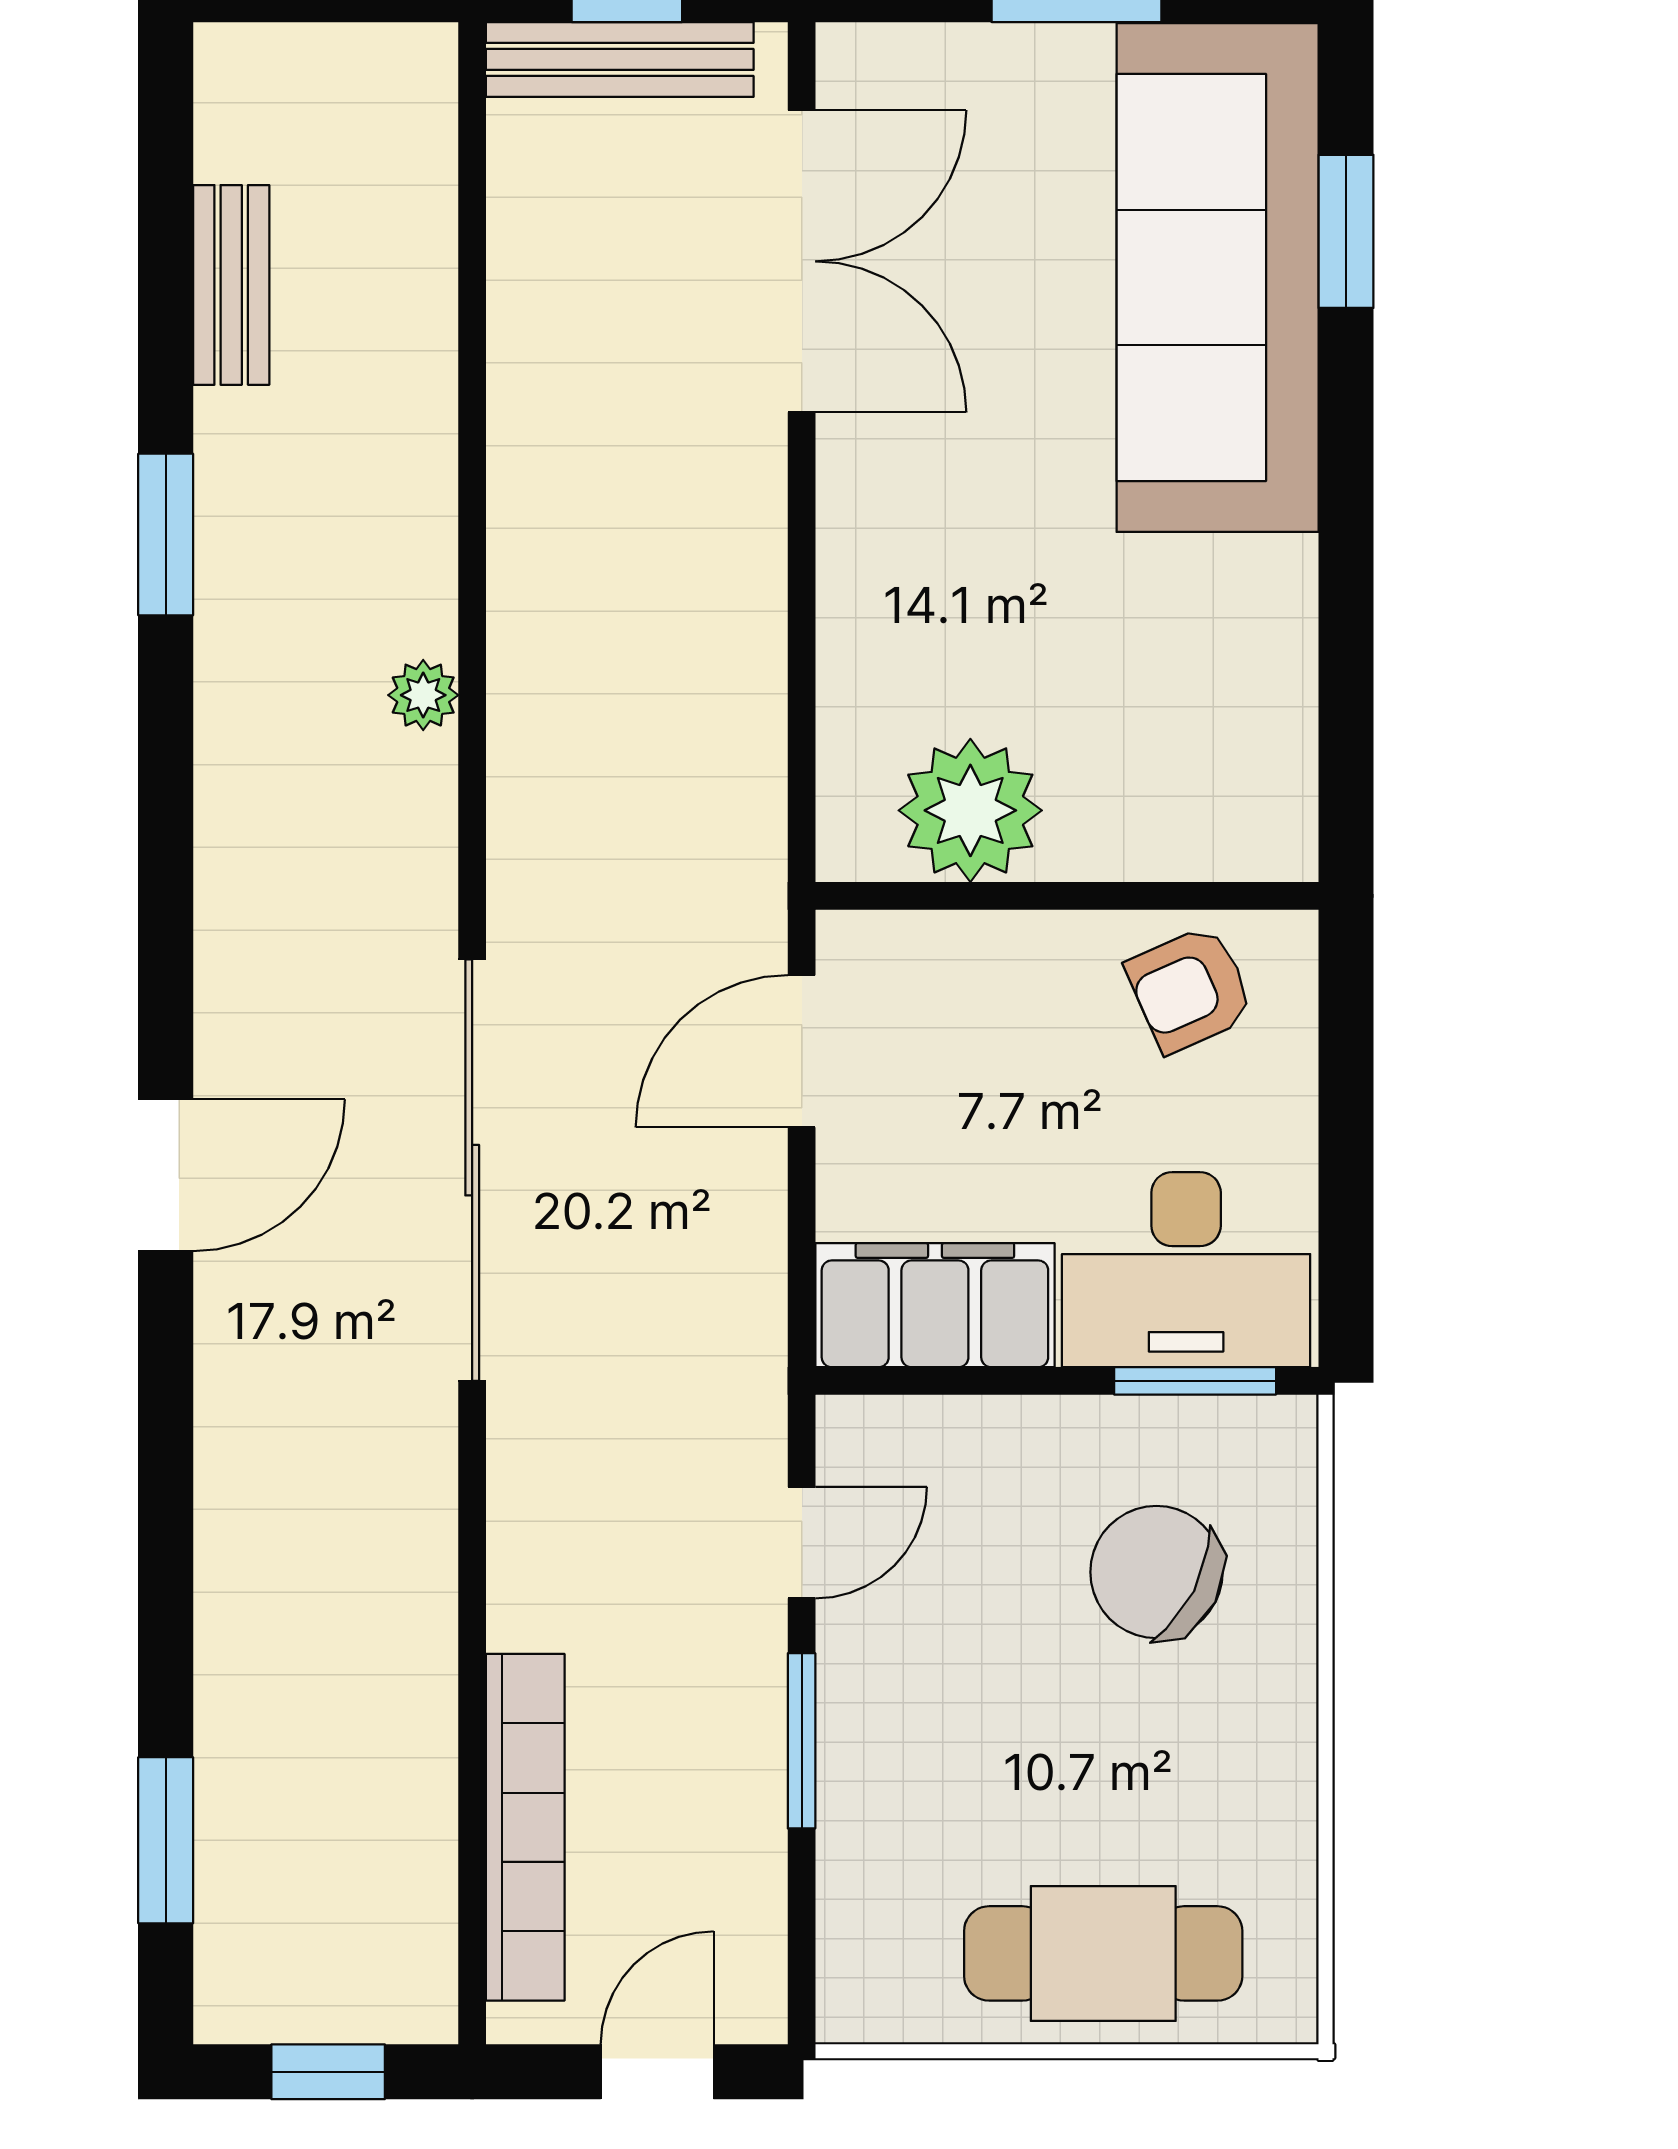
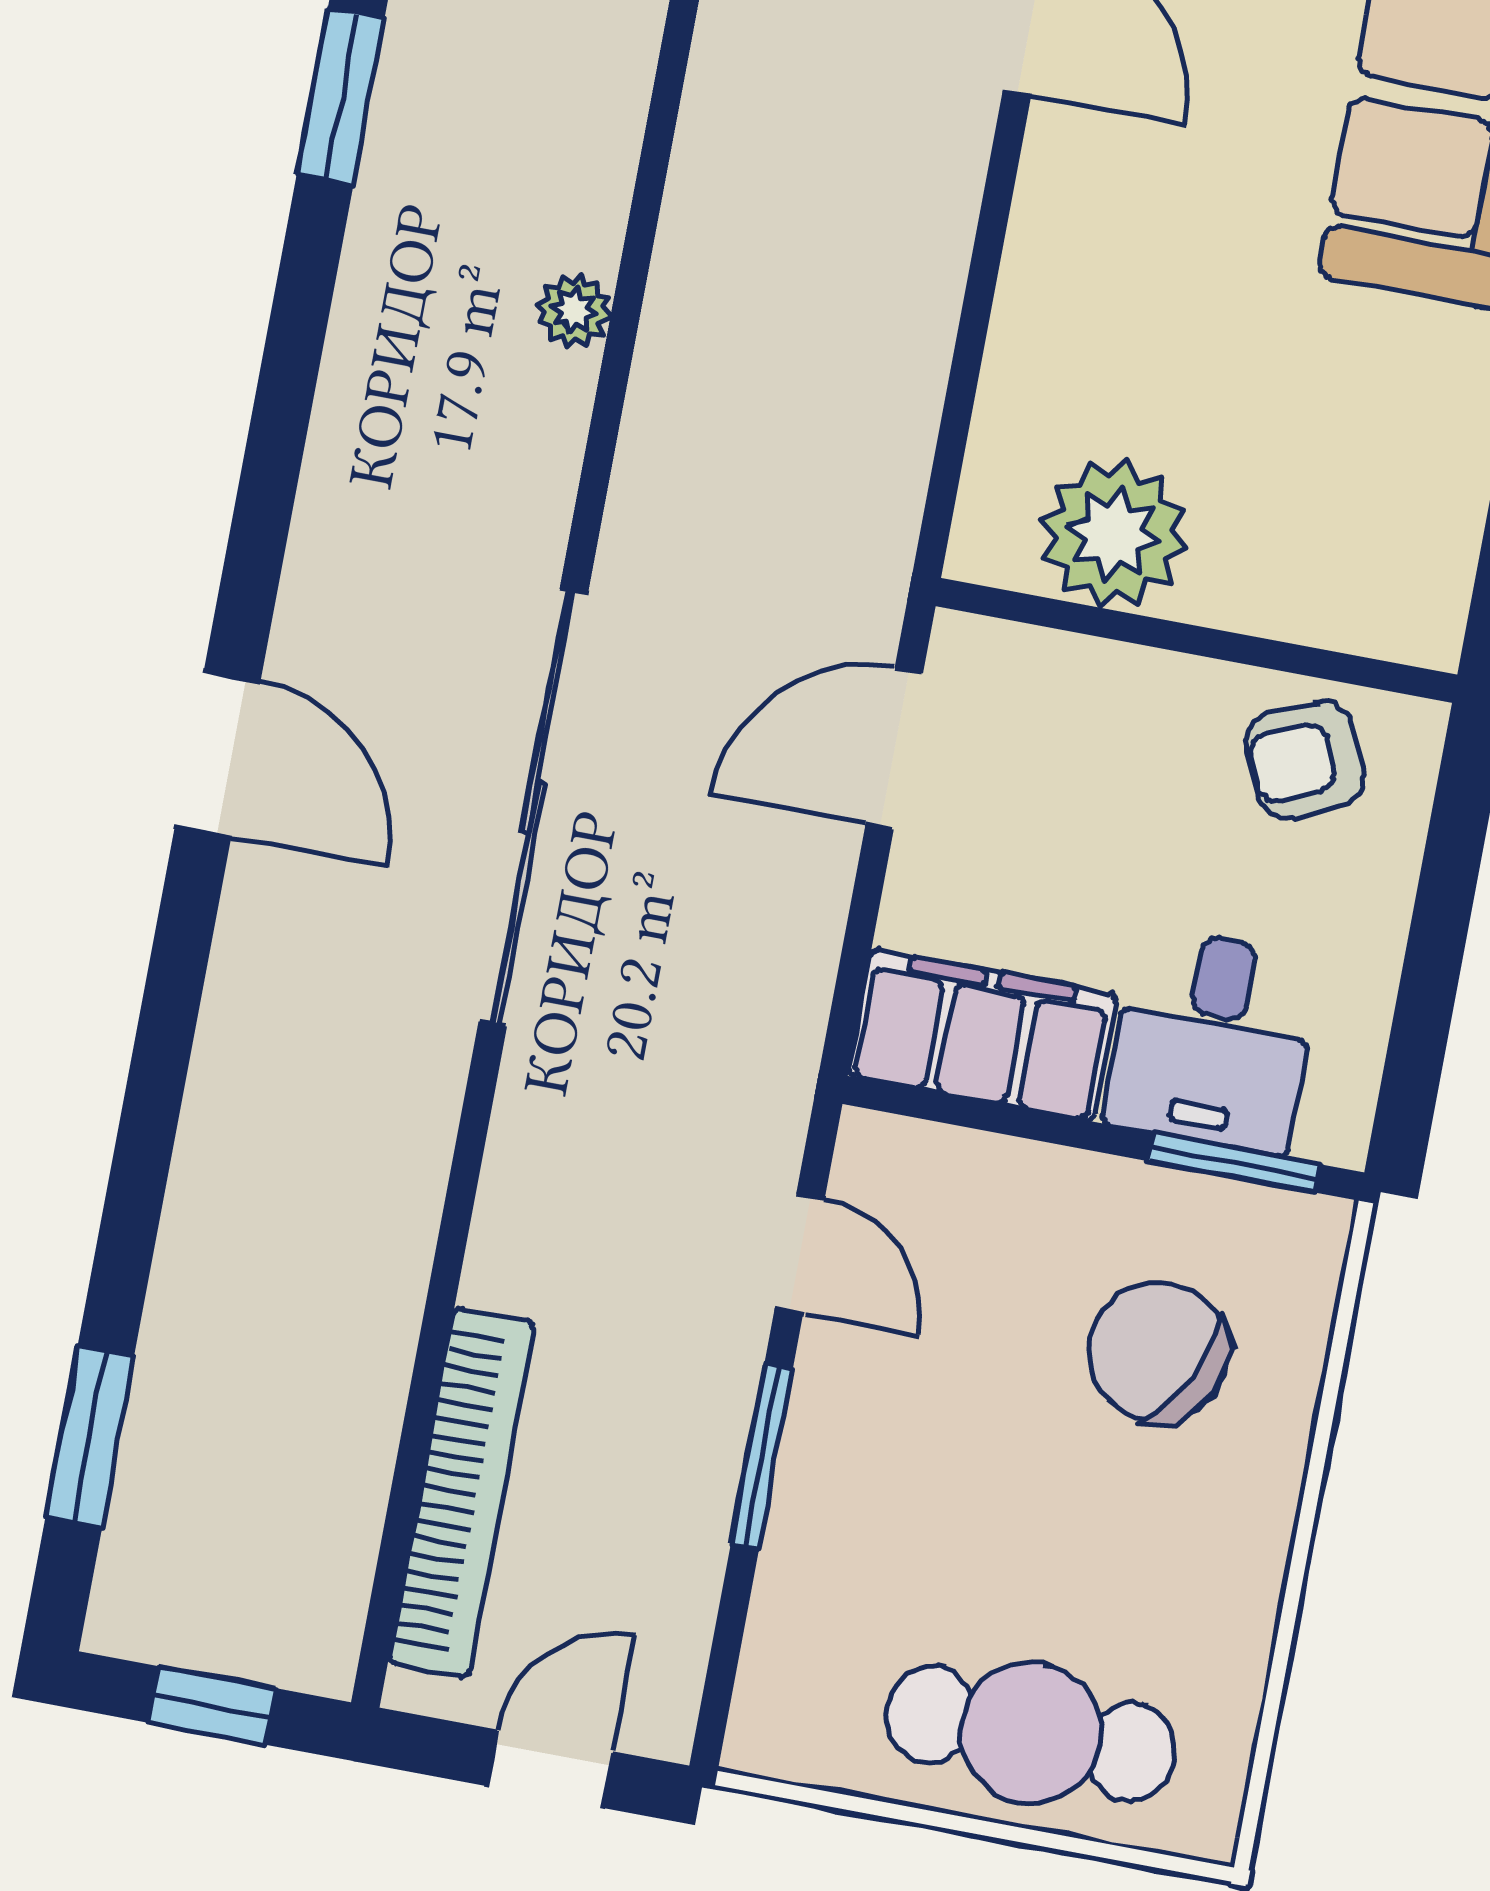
door: (166, 1175) -> (218, 754), hinge flipped
desk: (1186, 1270) -> (1212, 1040), width x0.73
door: (802, 1543) -> (800, 1253), hinge flipped

